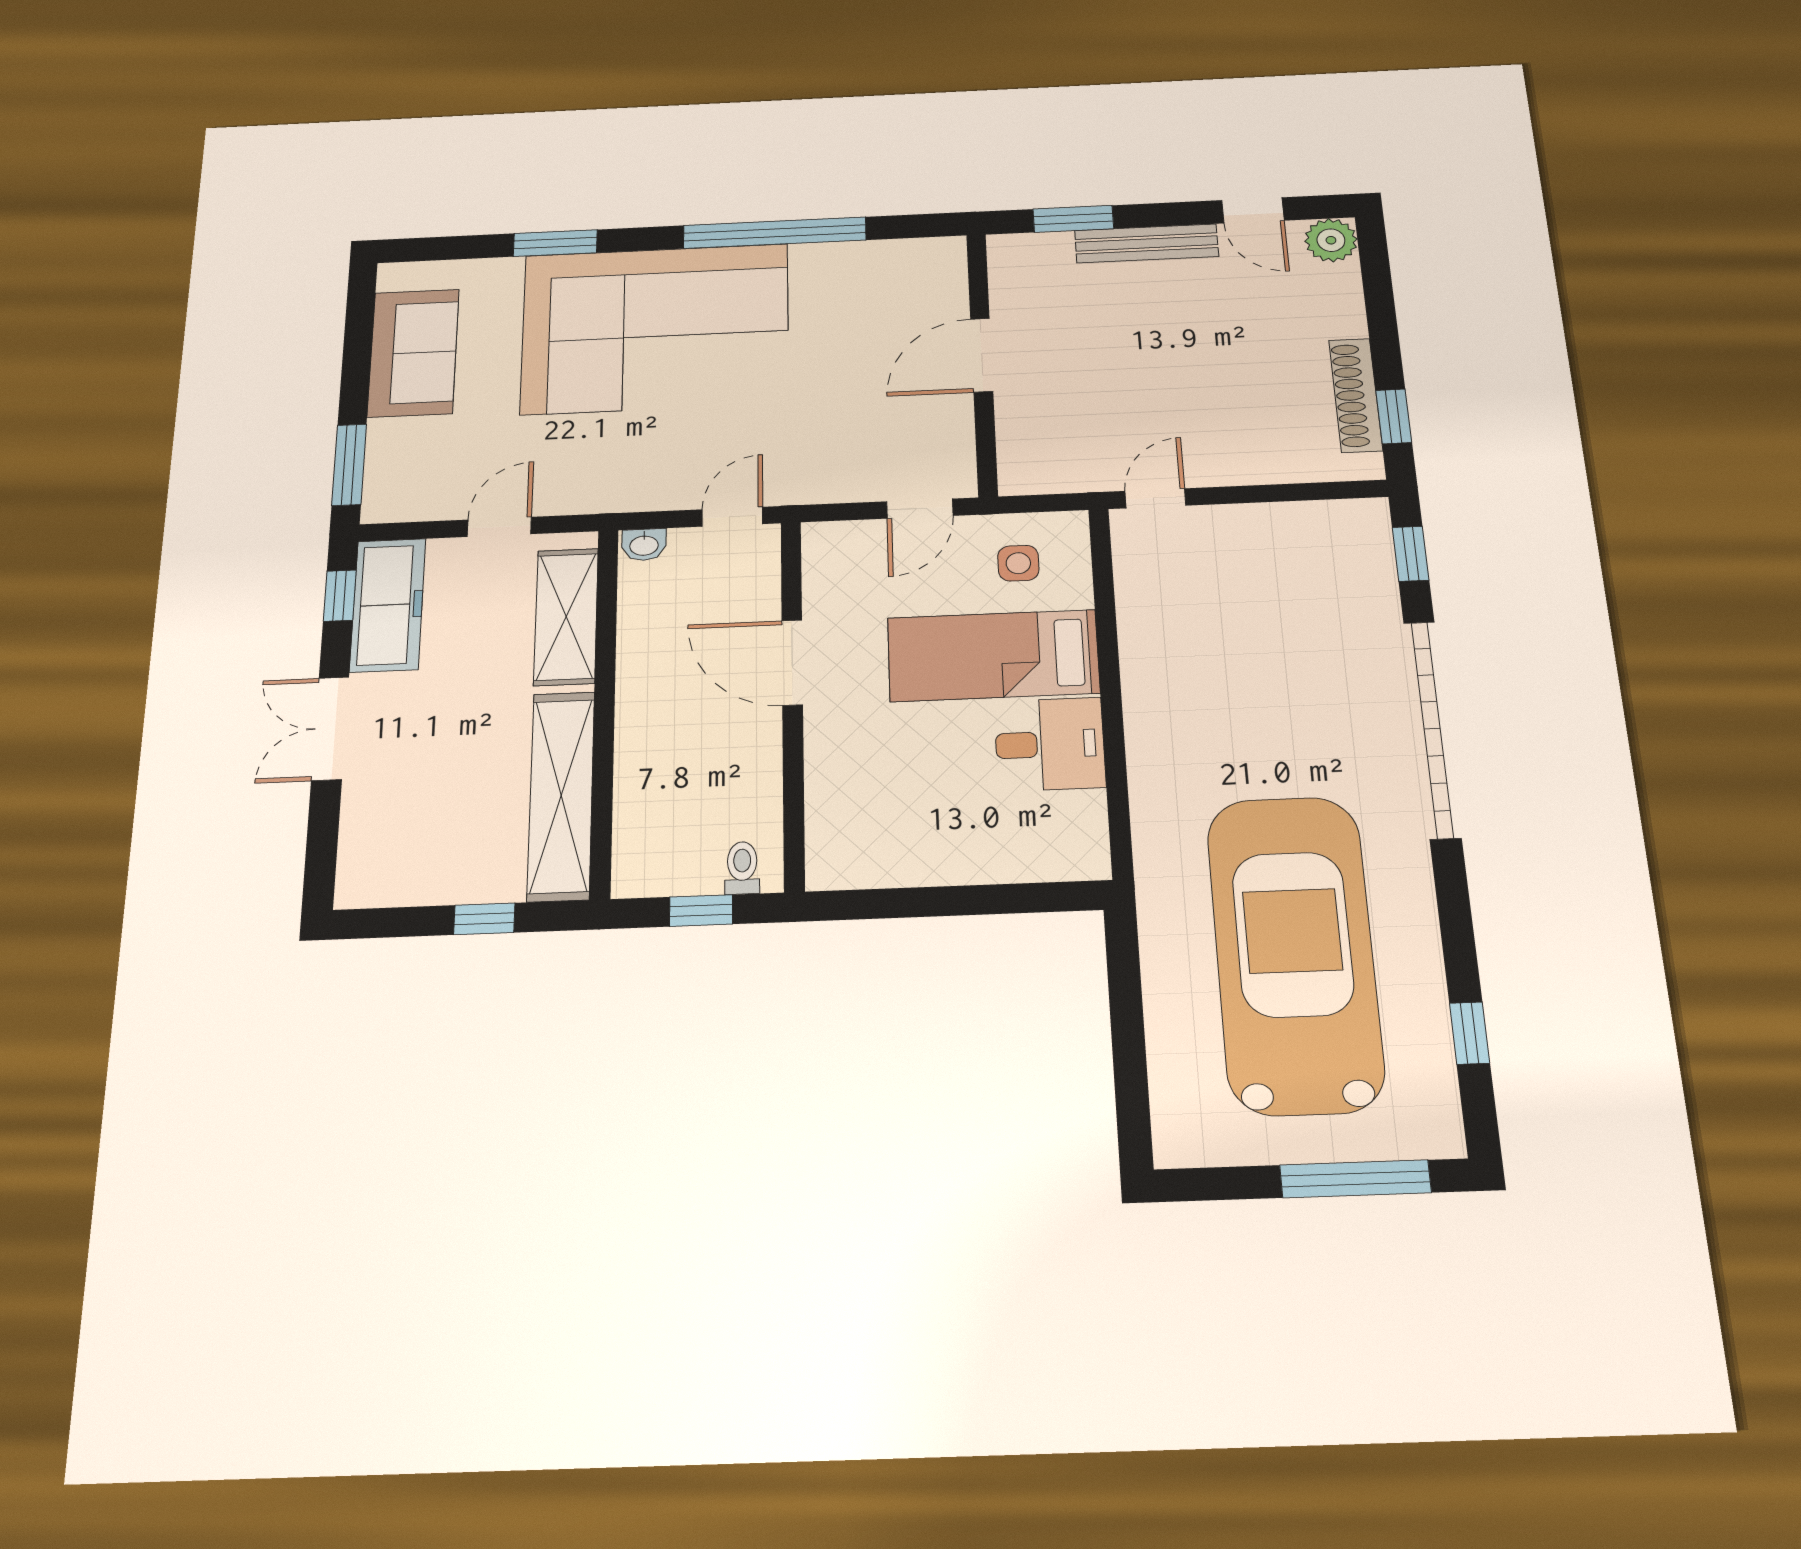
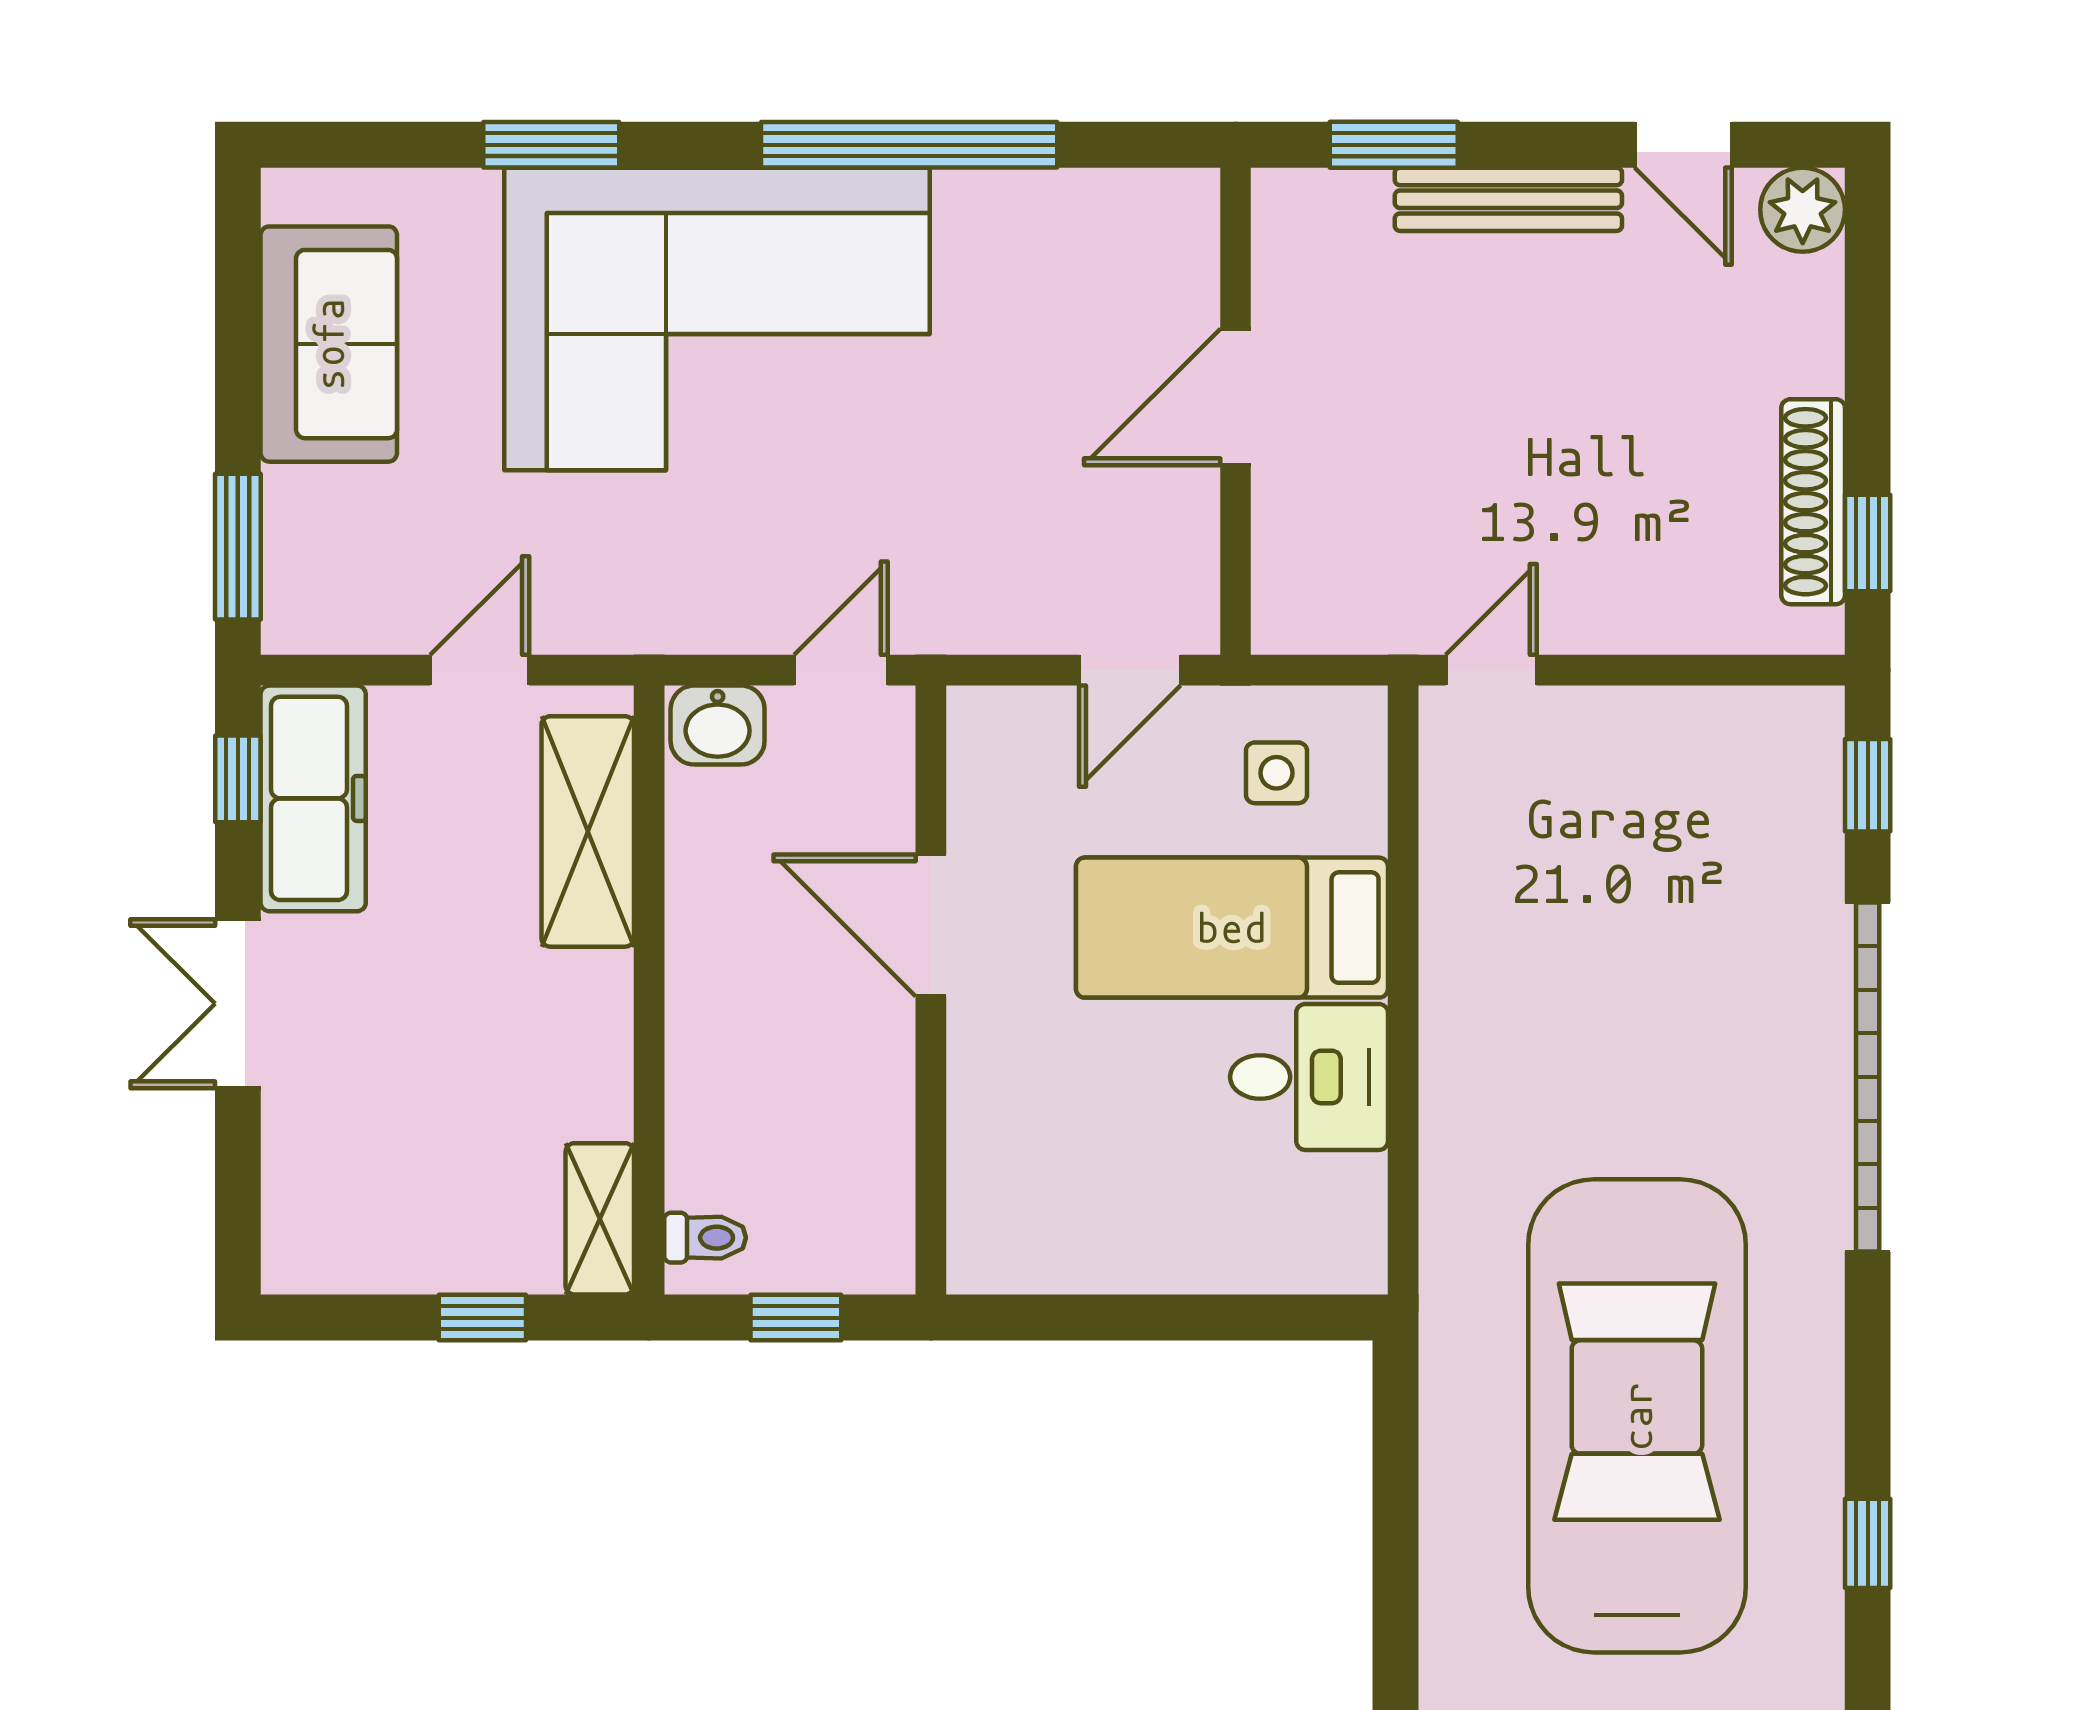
washbasin: (644, 545) -> (718, 725), width x1.38, depth x1.45
shelving: (561, 795) -> (600, 1219), width x0.45, depth x0.75
toilet: (742, 868) -> (705, 1238), moved, turned 90

